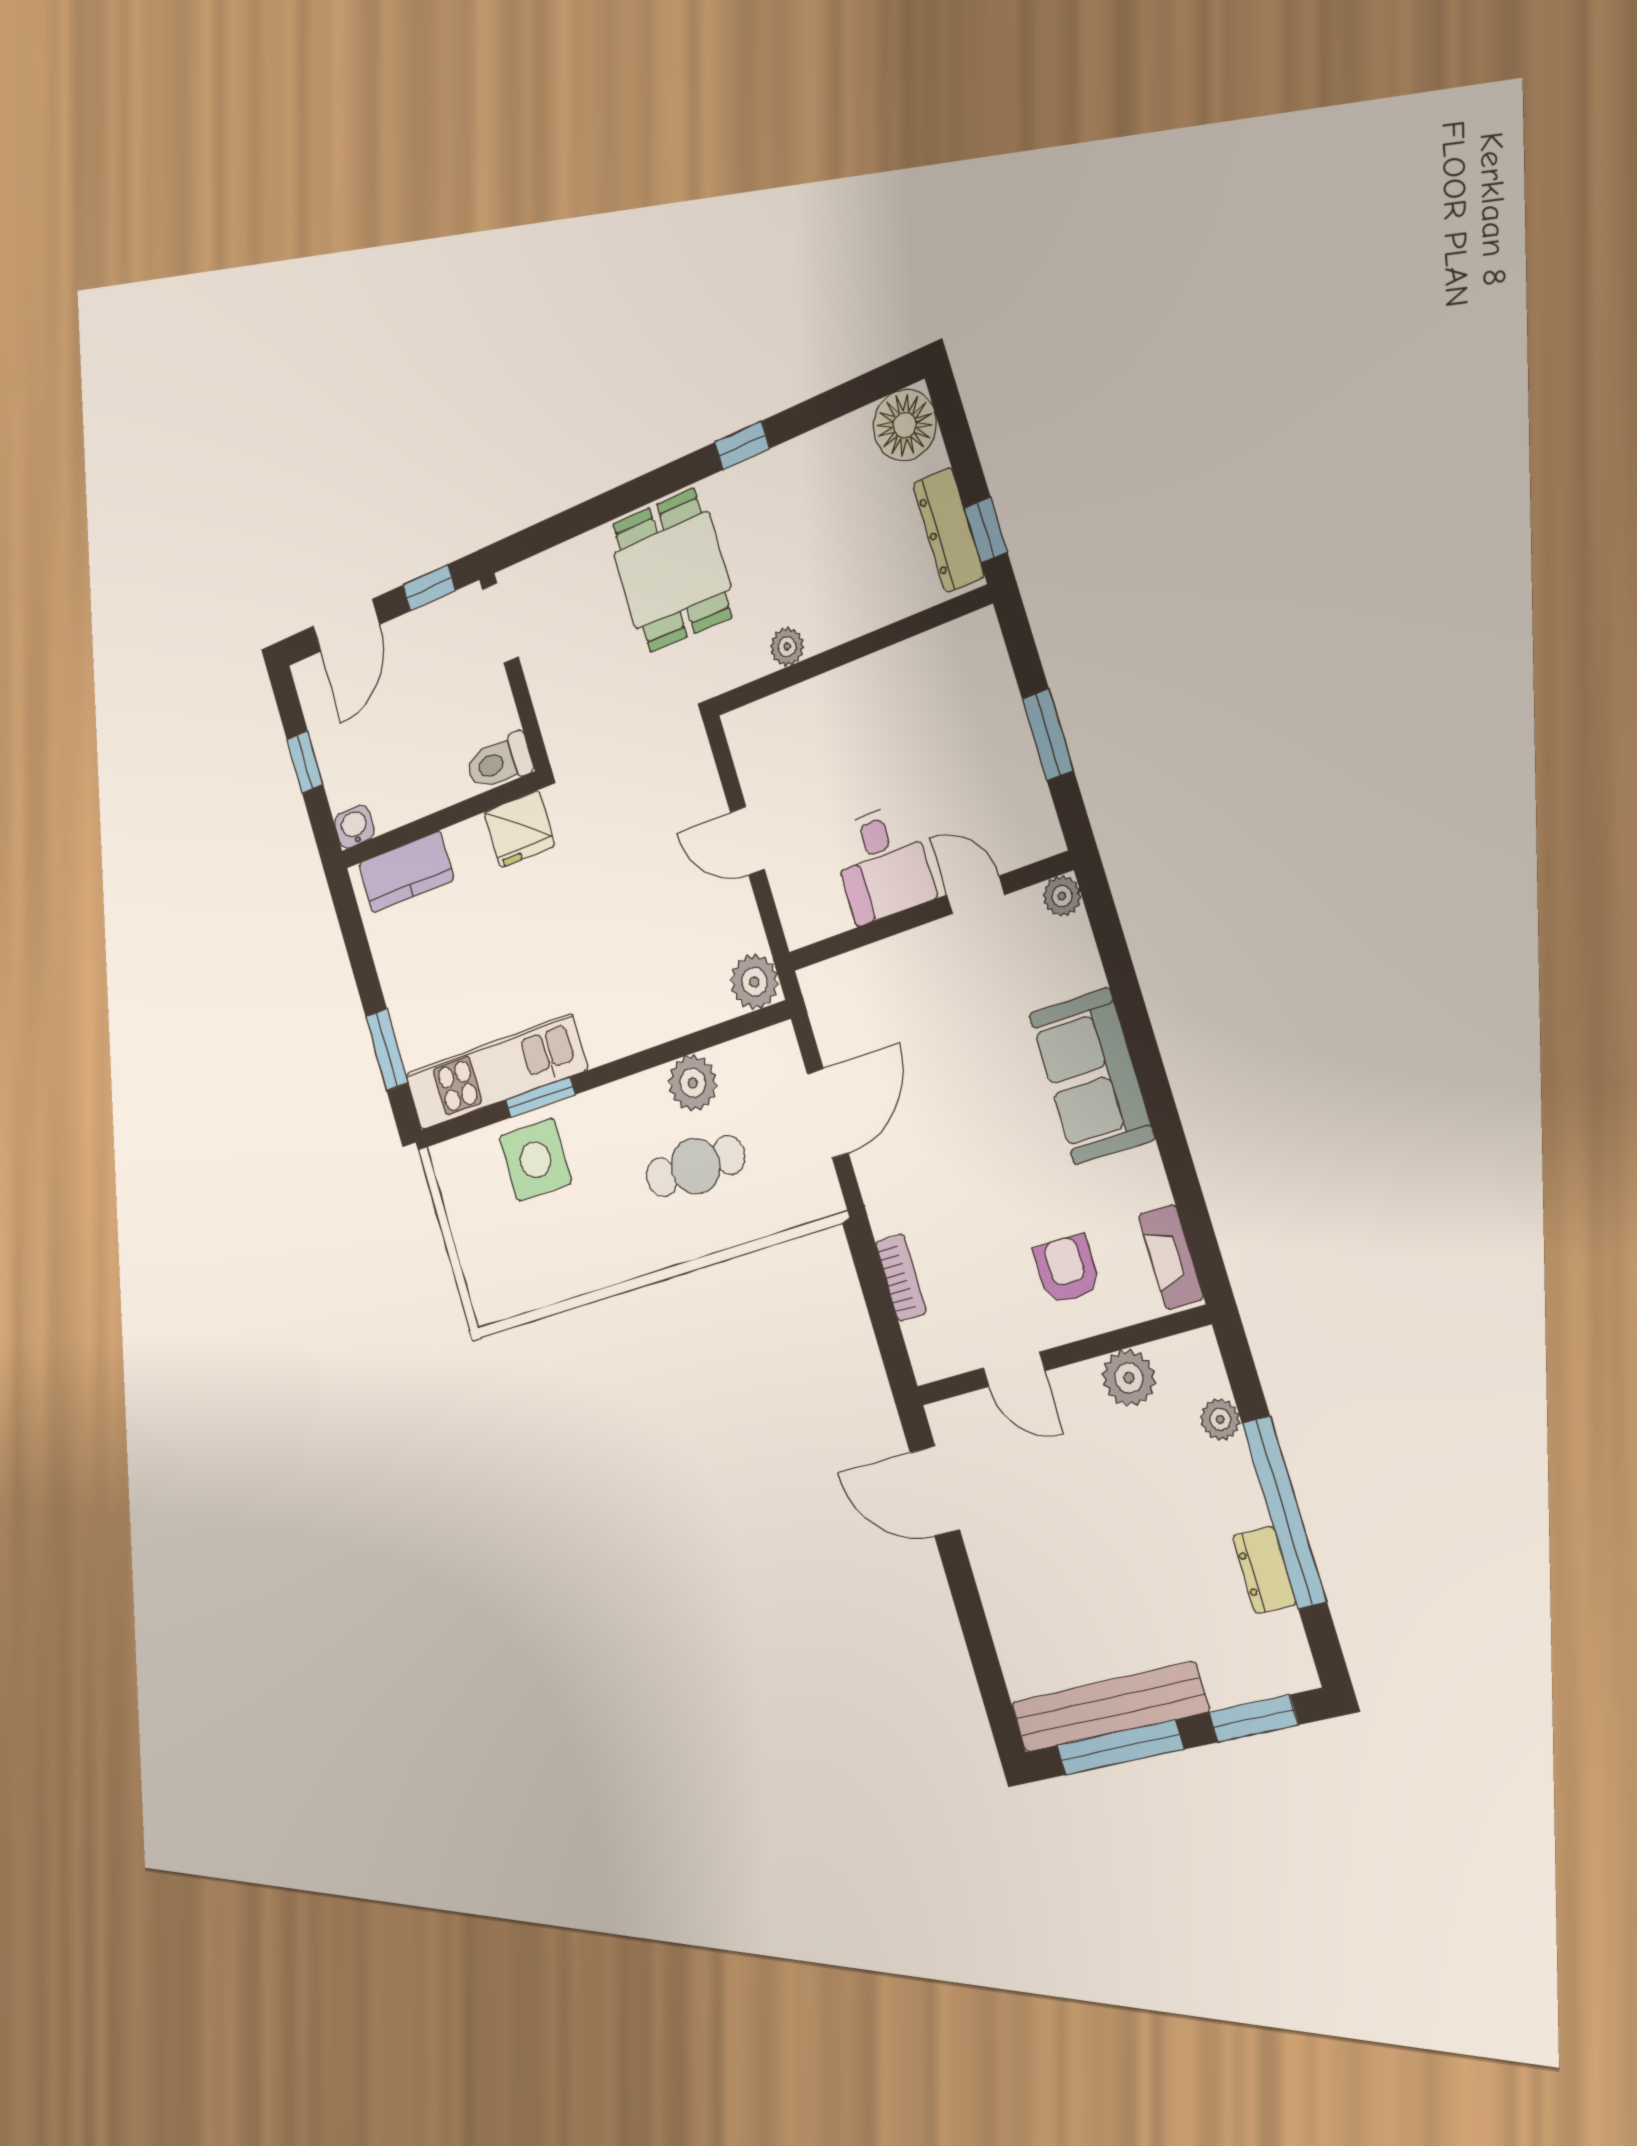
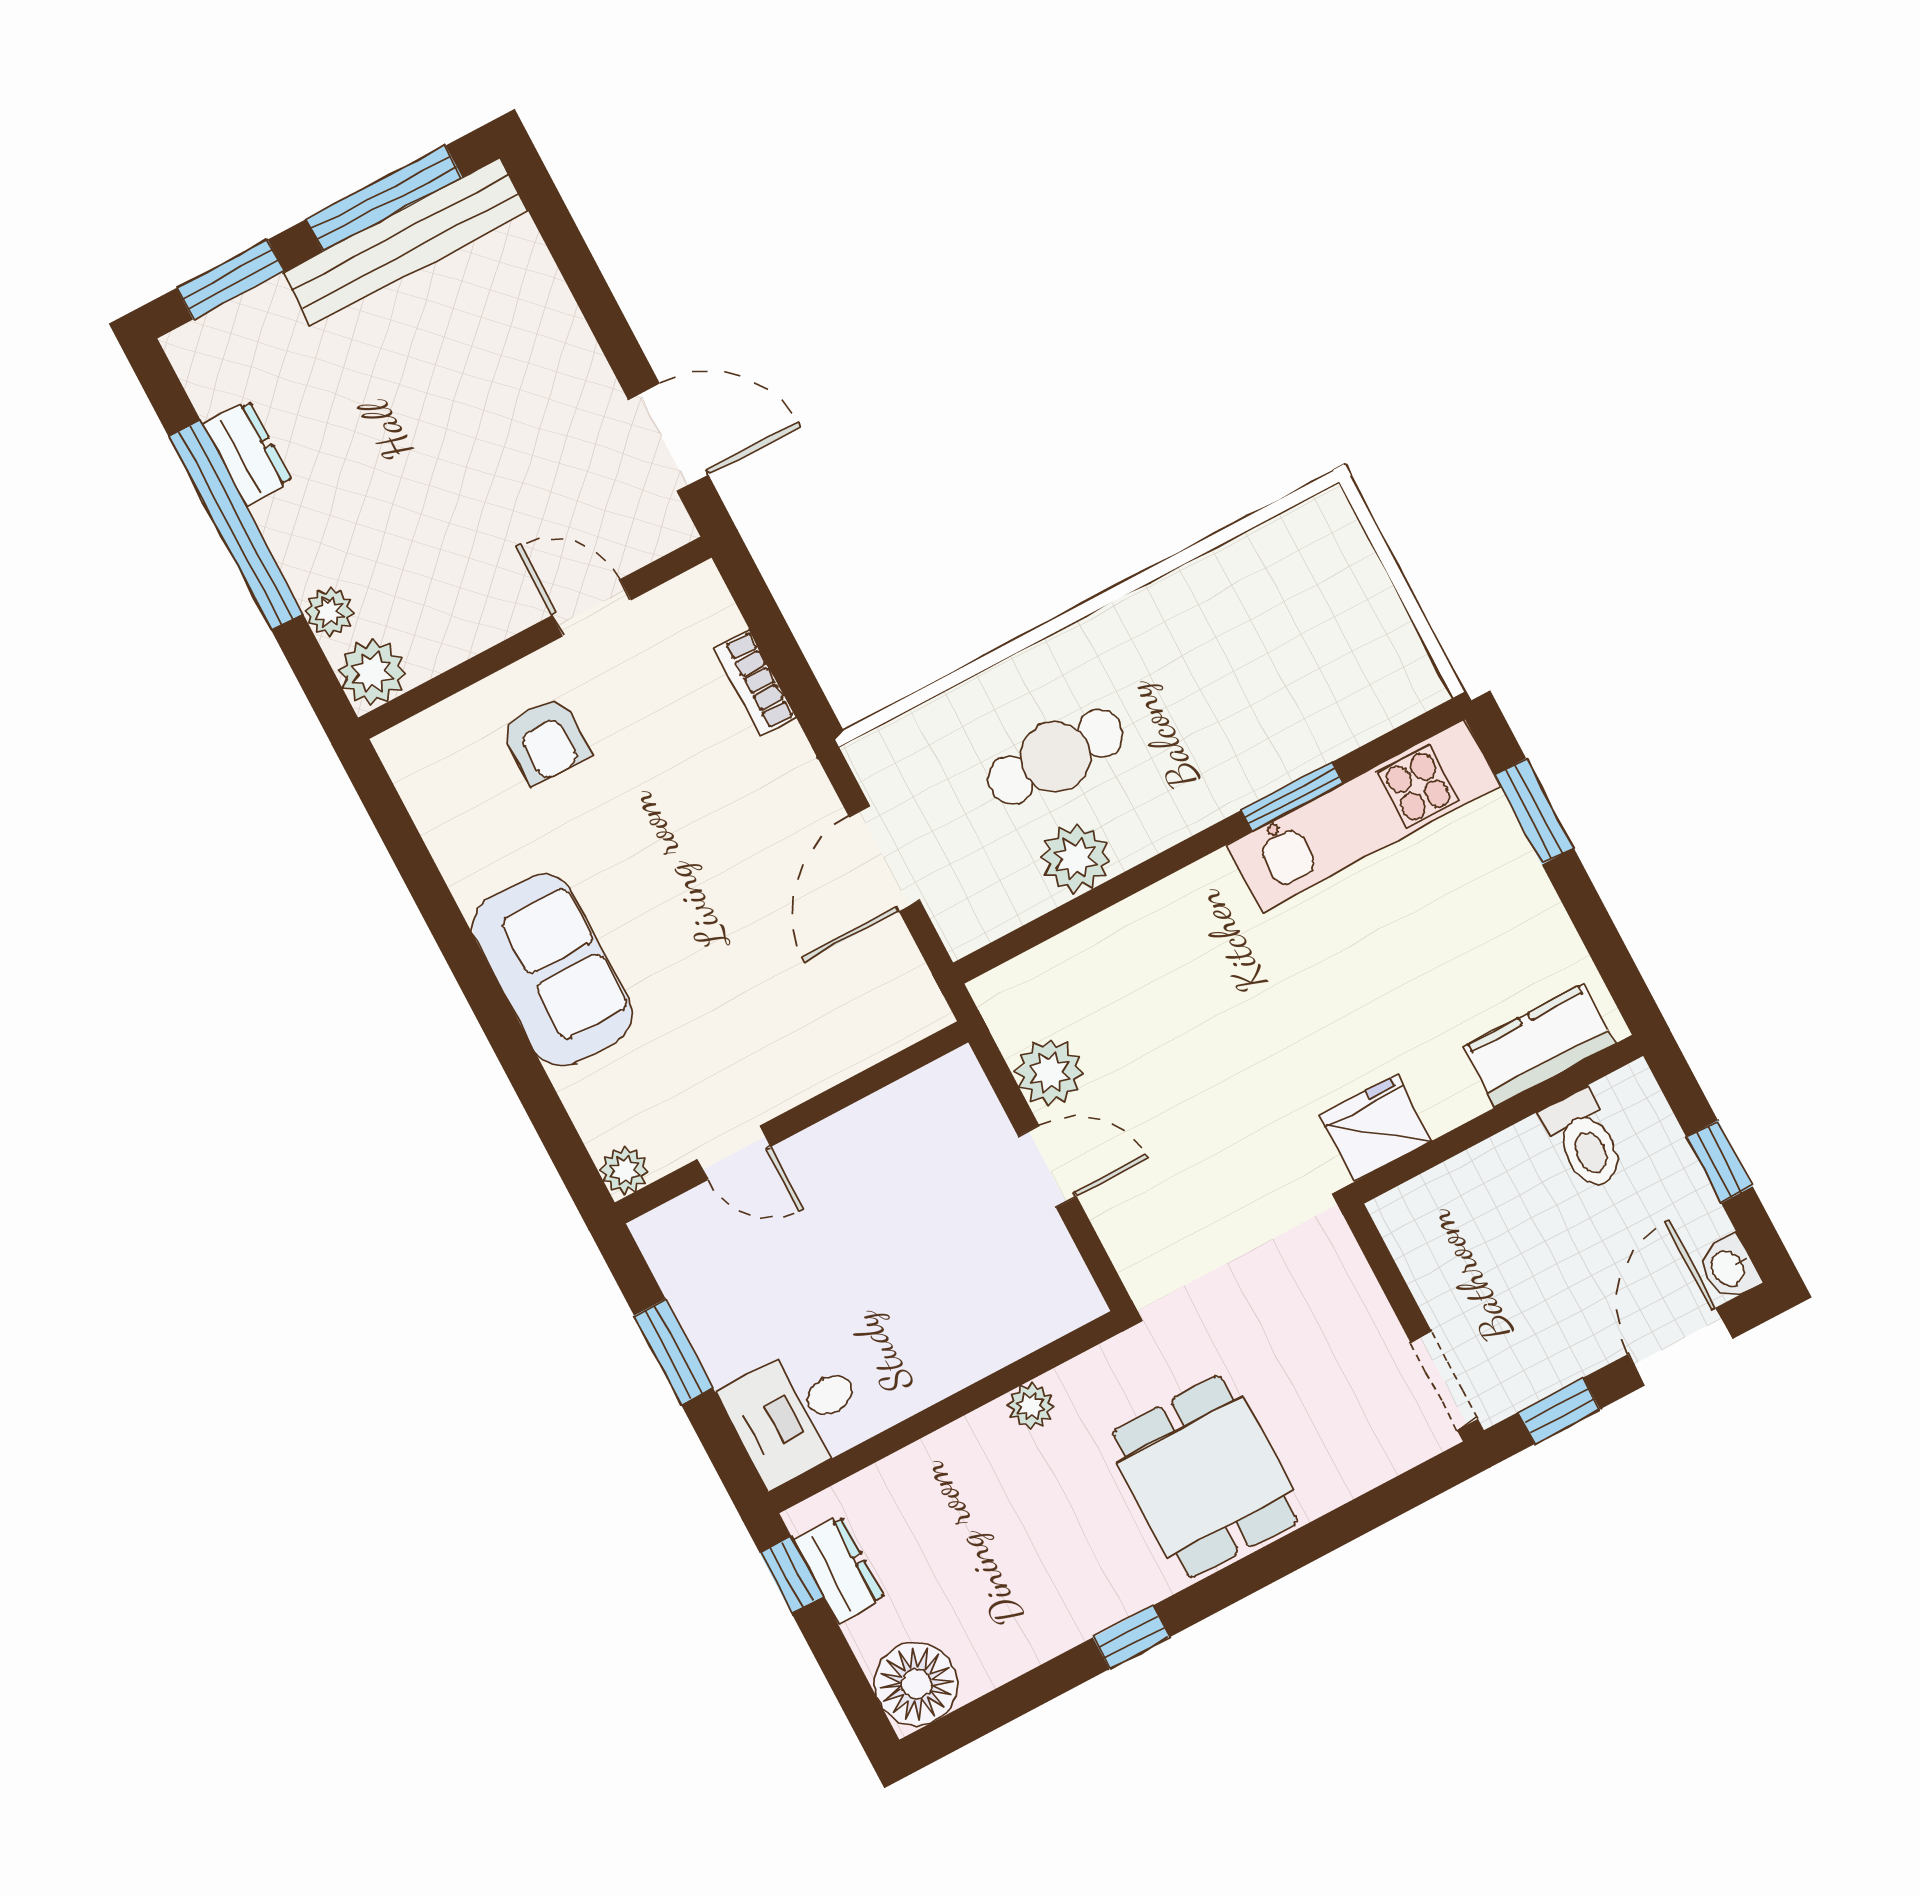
dresser: (949, 530) -> (839, 1569), width x0.70
toilet: (499, 762) -> (1585, 1140), moved, turned 90
washbasin: (354, 827) -> (1729, 1268), moved, turned 90
desk: (883, 864) -> (796, 1413), moved, turned -90
plant: (754, 982) -> (1049, 1072), moved
side table: (535, 1160) -> (1287, 716), removed
fireplace: (1171, 1257) -> (420, 783), removed
plant: (1129, 1378) -> (372, 672), moved

